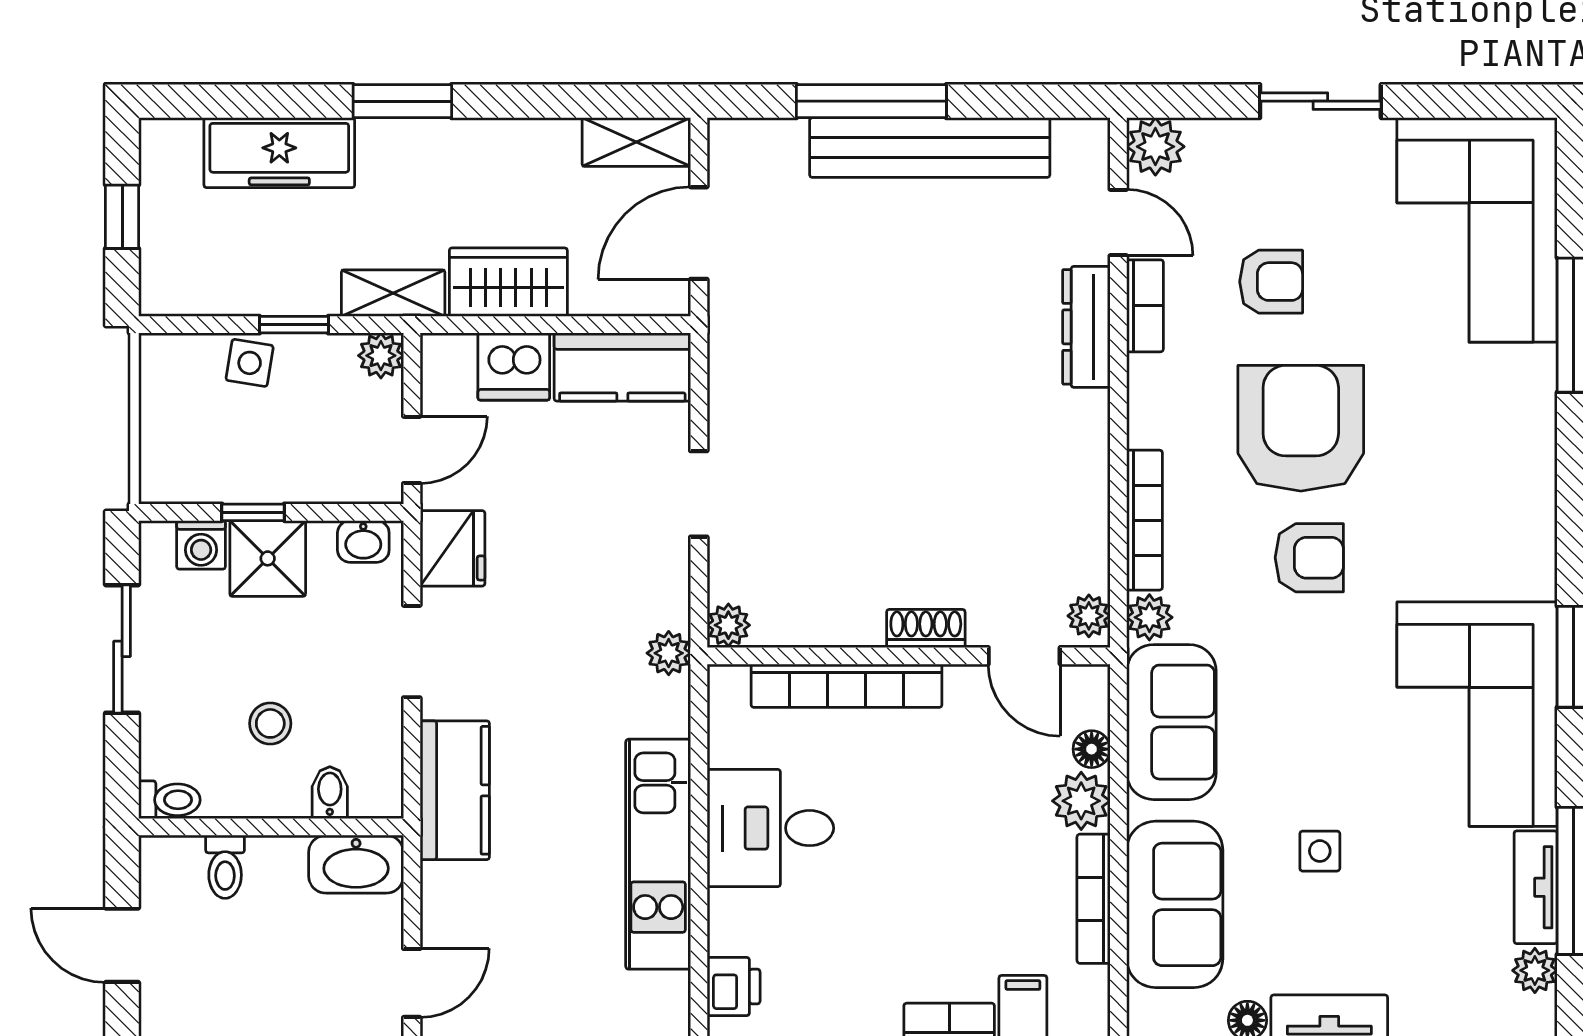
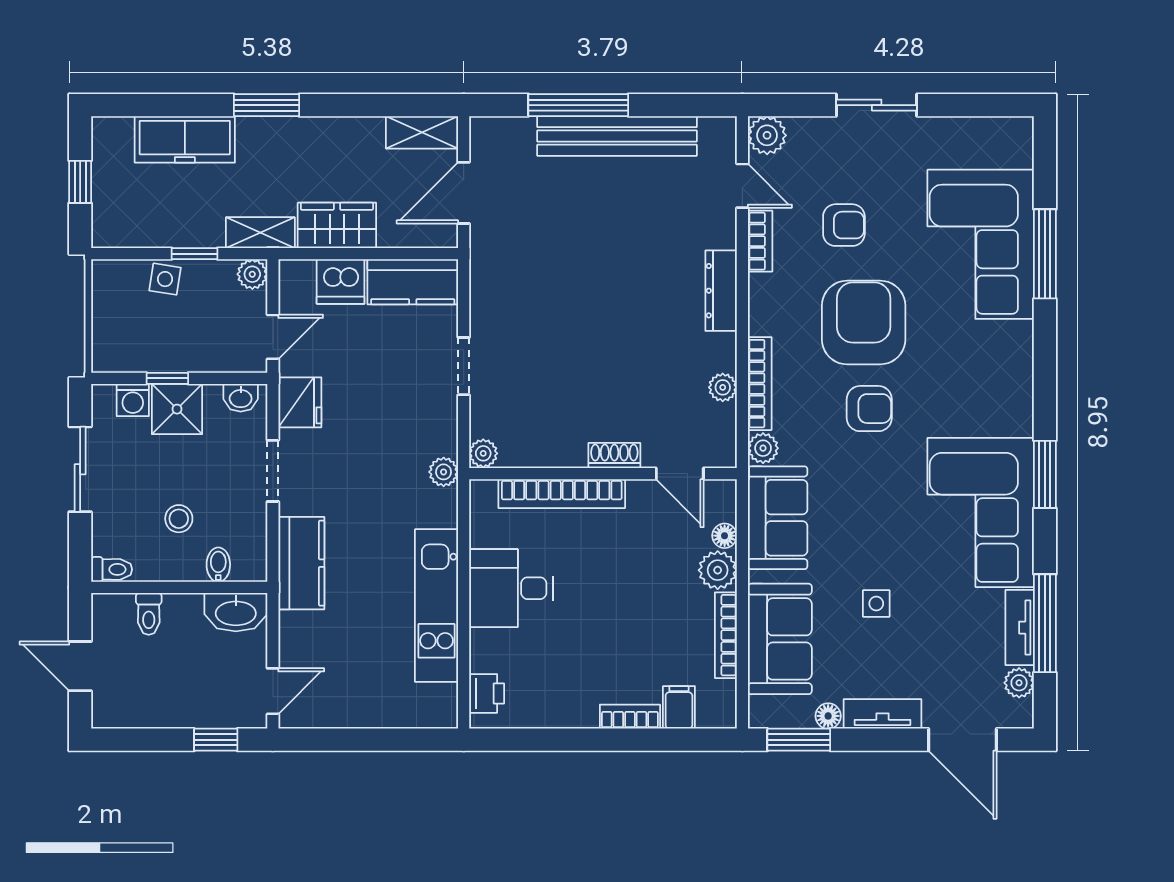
corner sofa: (1477, 230) -> (981, 244), moved
dresser: (1086, 327) -> (721, 291), moved
plant: (1089, 616) -> (723, 387), moved

